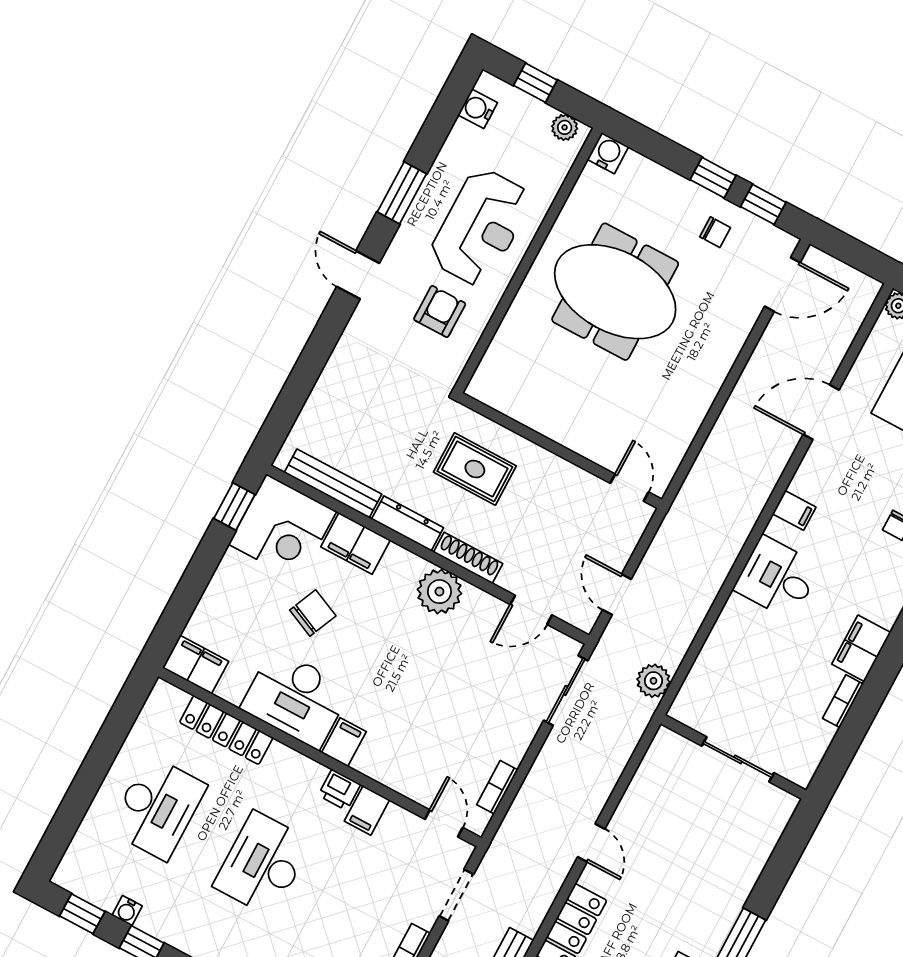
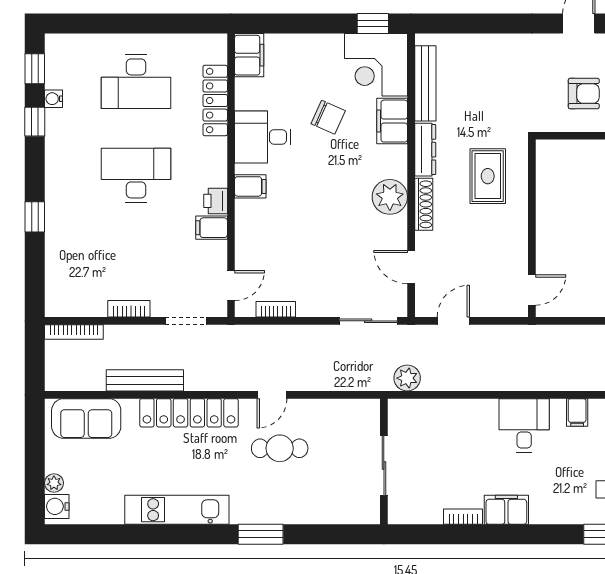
desk: (296, 698) -> (263, 137), width x0.73
cafe table: (656, 866) -> (280, 448), added

